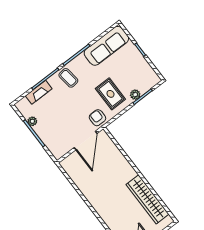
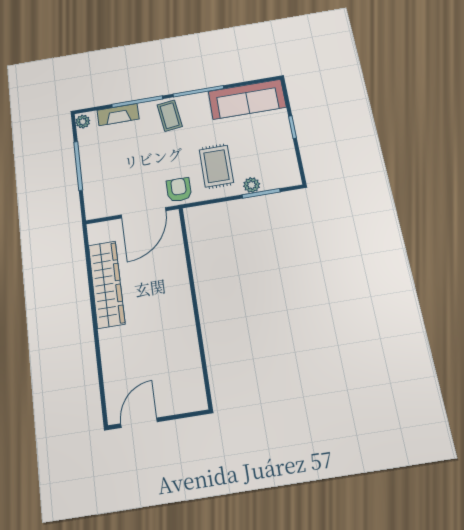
plant: (32, 121) -> (83, 122), moved
wardrobe: (147, 199) -> (107, 284), moved, turned 180

